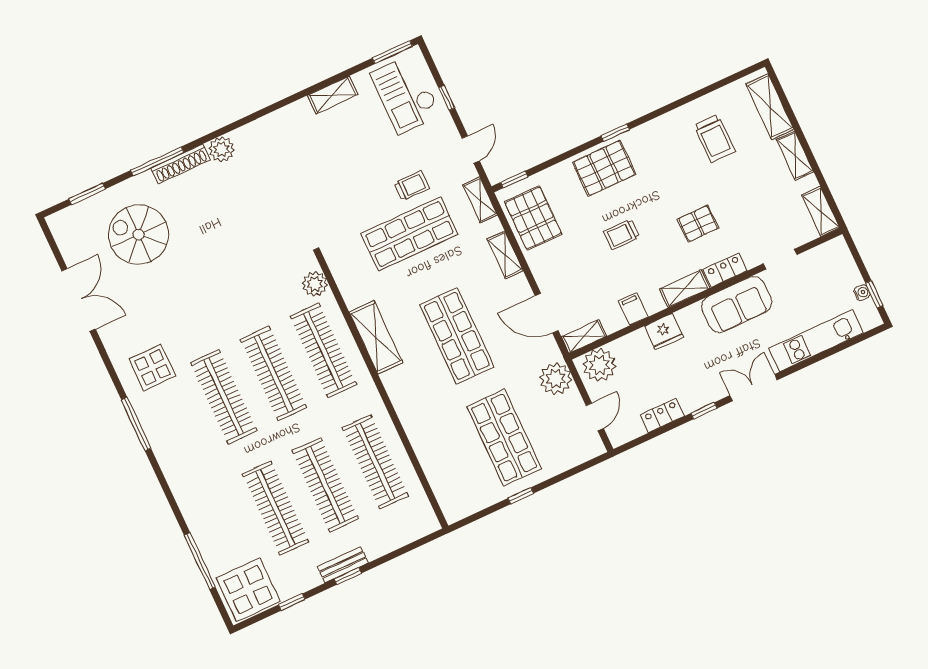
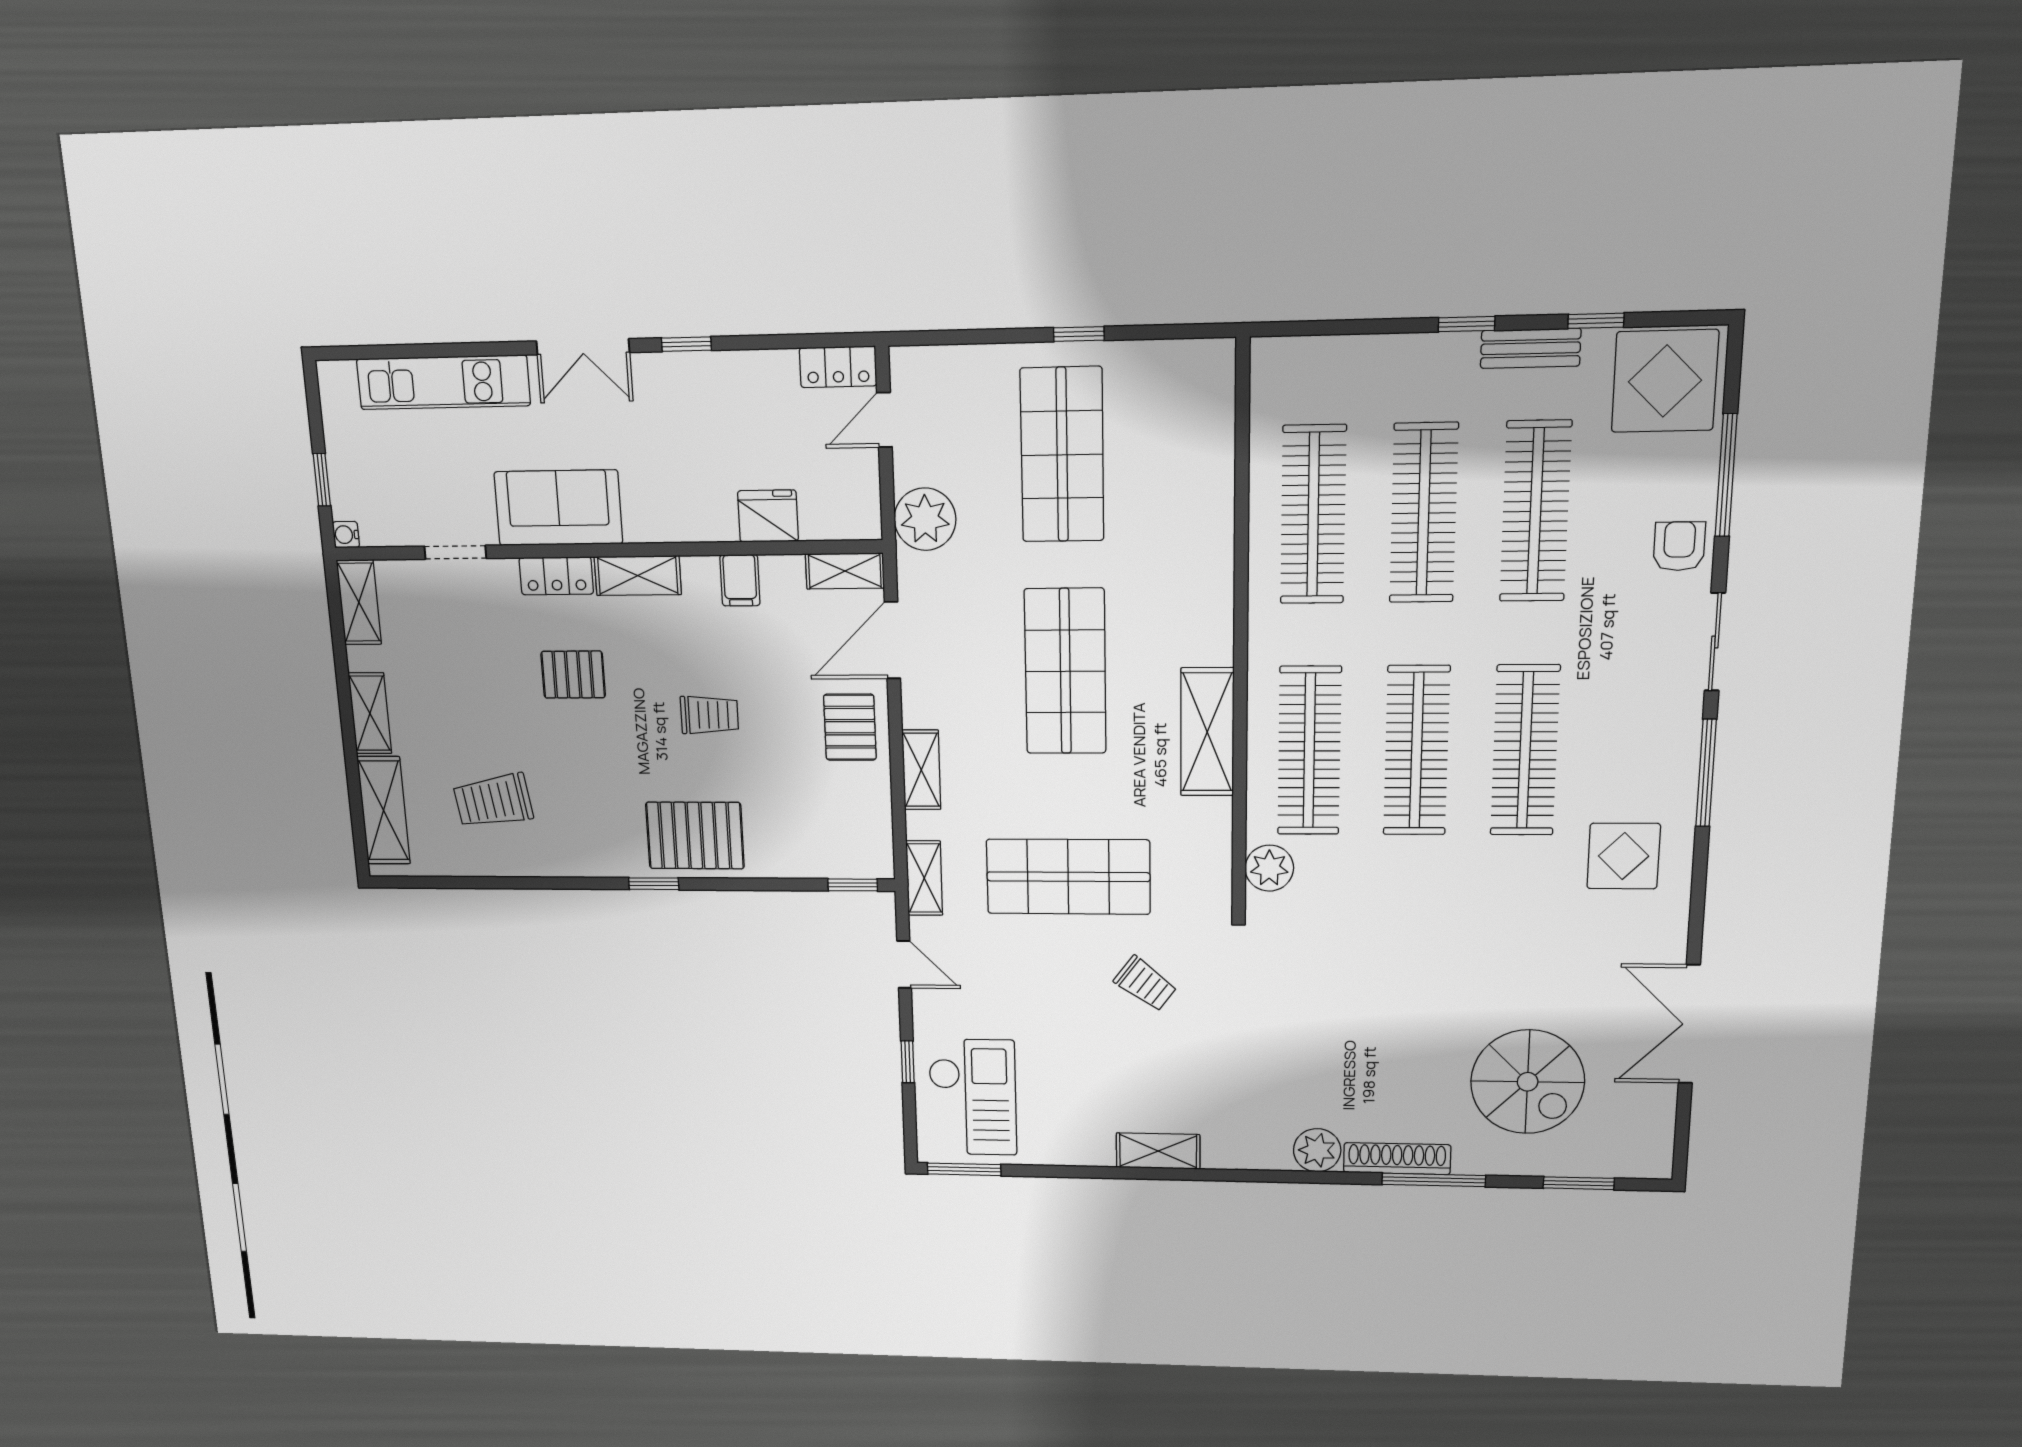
shelving: (333, 95) -> (1158, 1151), moved
trolley: (715, 138) -> (493, 801), turned -99
door: (471, 150) -> (904, 964), swing flipped
trolley: (412, 186) -> (1145, 984), moved, turned -143
pallet: (533, 218) -> (850, 727), moved, width x0.67, depth x0.71
water cooler: (862, 293) -> (346, 535), moved
window: (874, 294) -> (322, 480), moved
door: (547, 313) -> (892, 640), swing flipped
fridge: (664, 332) -> (768, 516), moved
plant: (599, 365) -> (838, 509), removed
locker: (662, 415) -> (838, 367), moved
sliding door: (165, 486) -> (1715, 642), added
armchair: (204, 521) -> (1679, 546), added
bench: (343, 565) -> (1531, 348), moved

